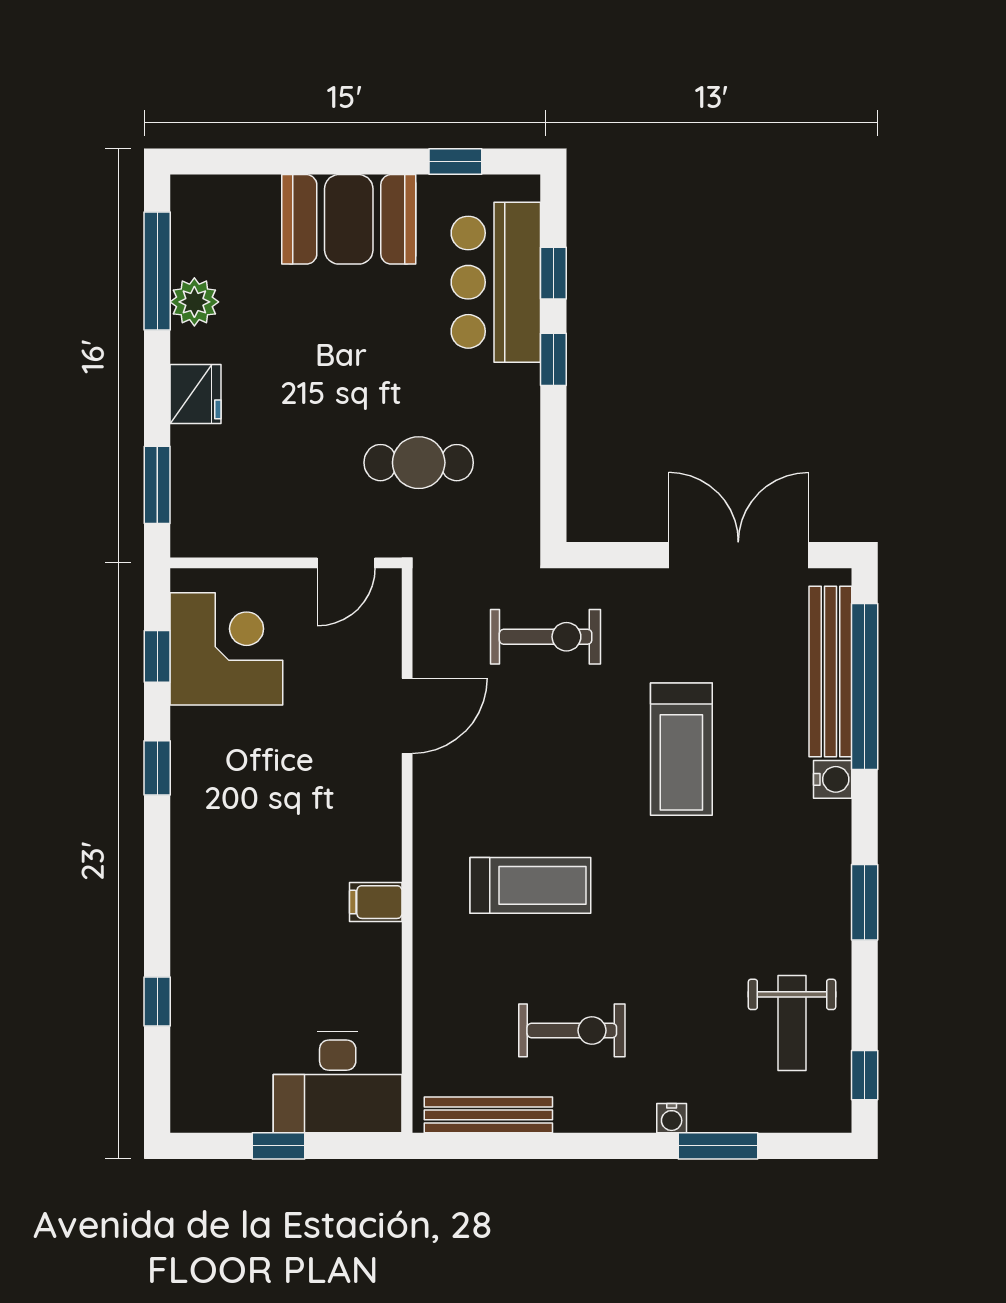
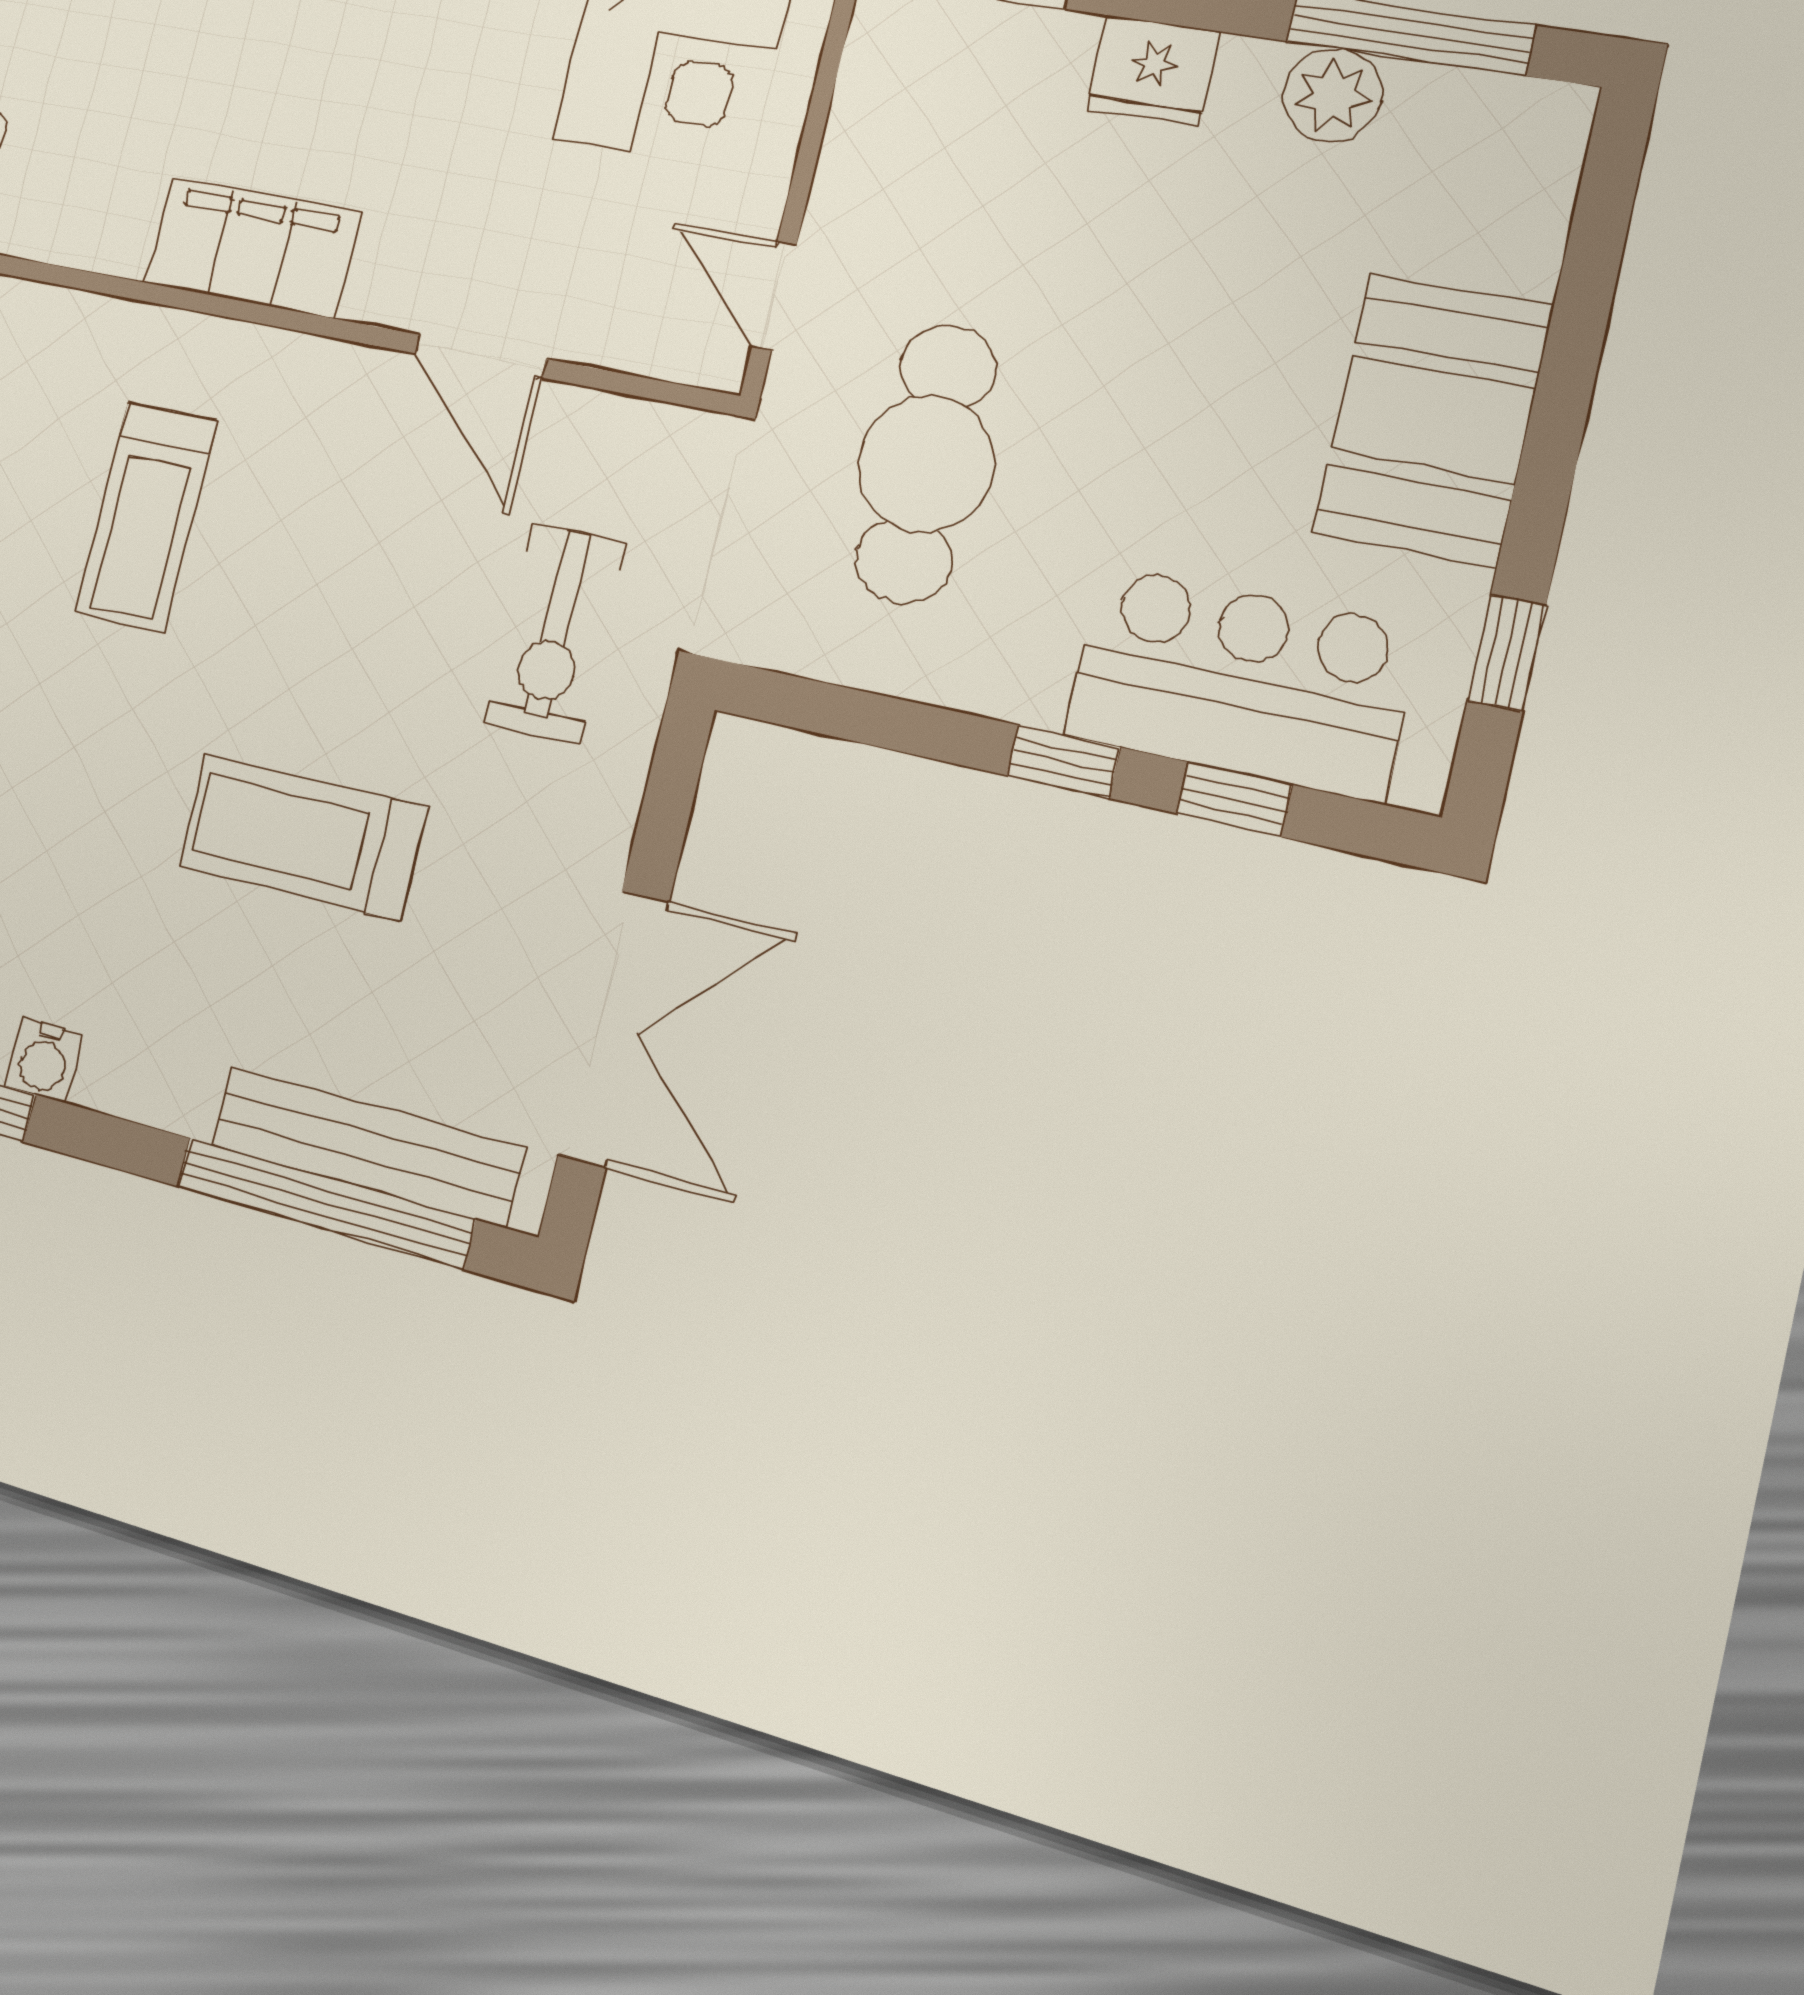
cafe table: (419, 463) -> (926, 464), width x1.37, depth x1.35
water cooler: (833, 779) -> (44, 1060), moved
filing cabinet: (376, 902) -> (252, 248), width x3.00, depth x1.17

